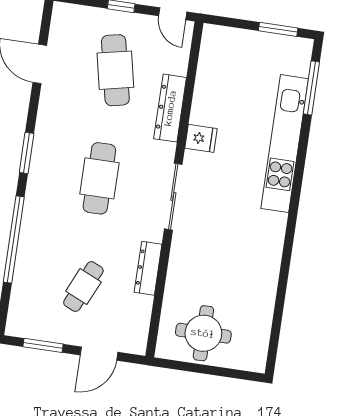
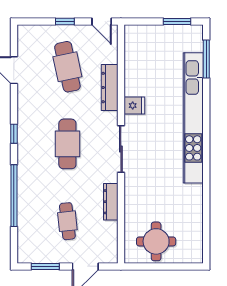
kitchen unit: (285, 144) -> (193, 118), width x1.36
window: (27, 153) -> (14, 134), width x0.67
cafe table: (83, 287) -> (67, 221), turned -30

